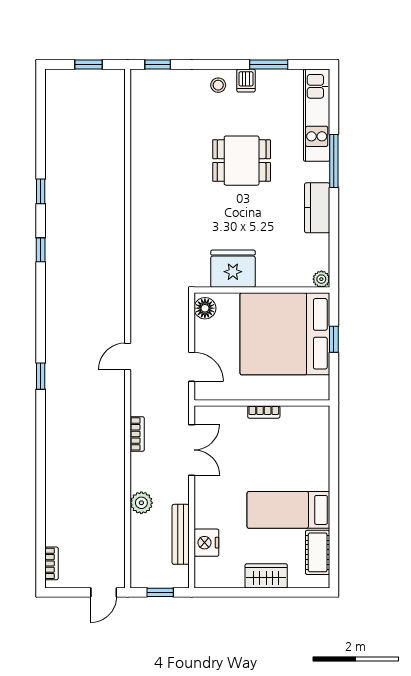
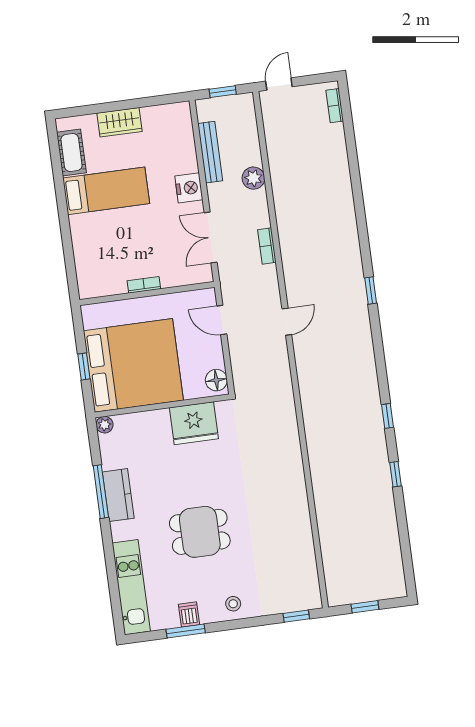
dishwasher: (246, 80) -> (189, 614), moved
window: (334, 161) -> (101, 492), moved
nightstand: (206, 543) -> (189, 188), moved

